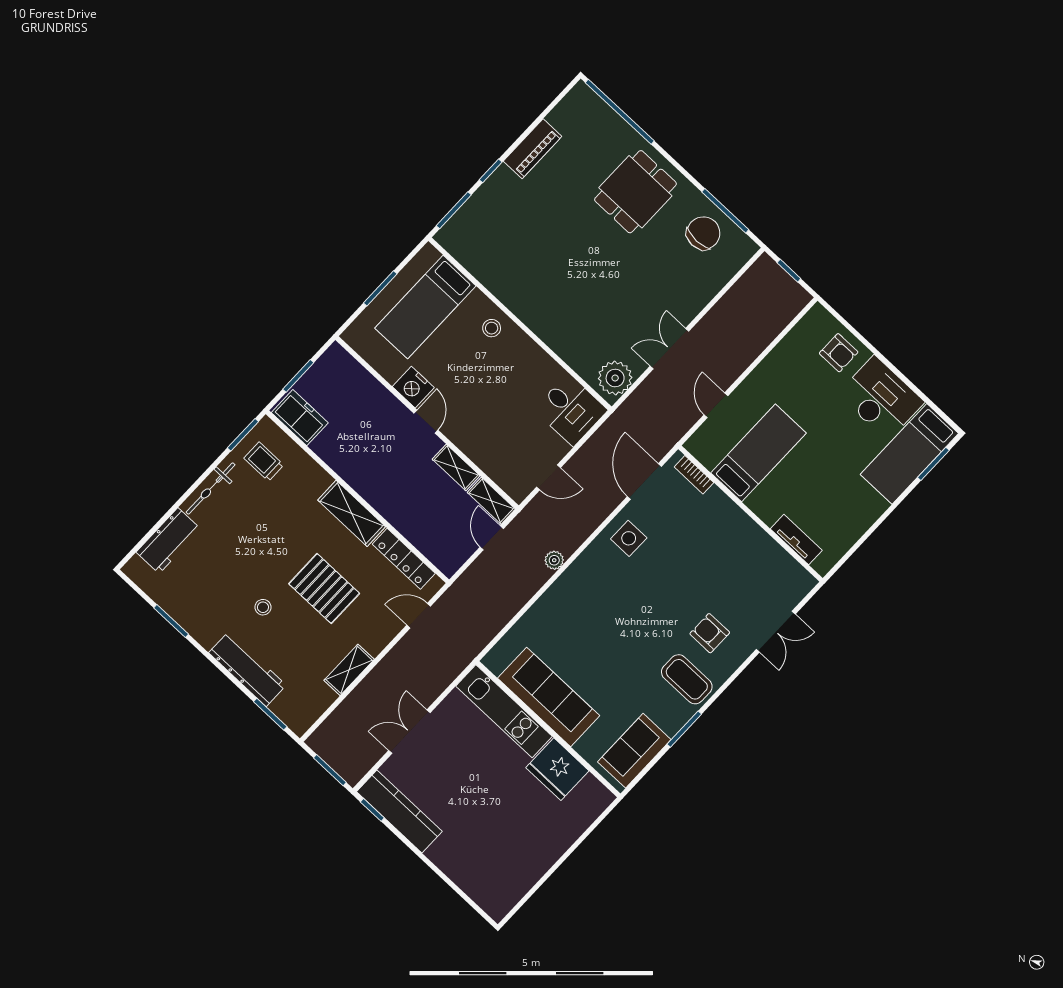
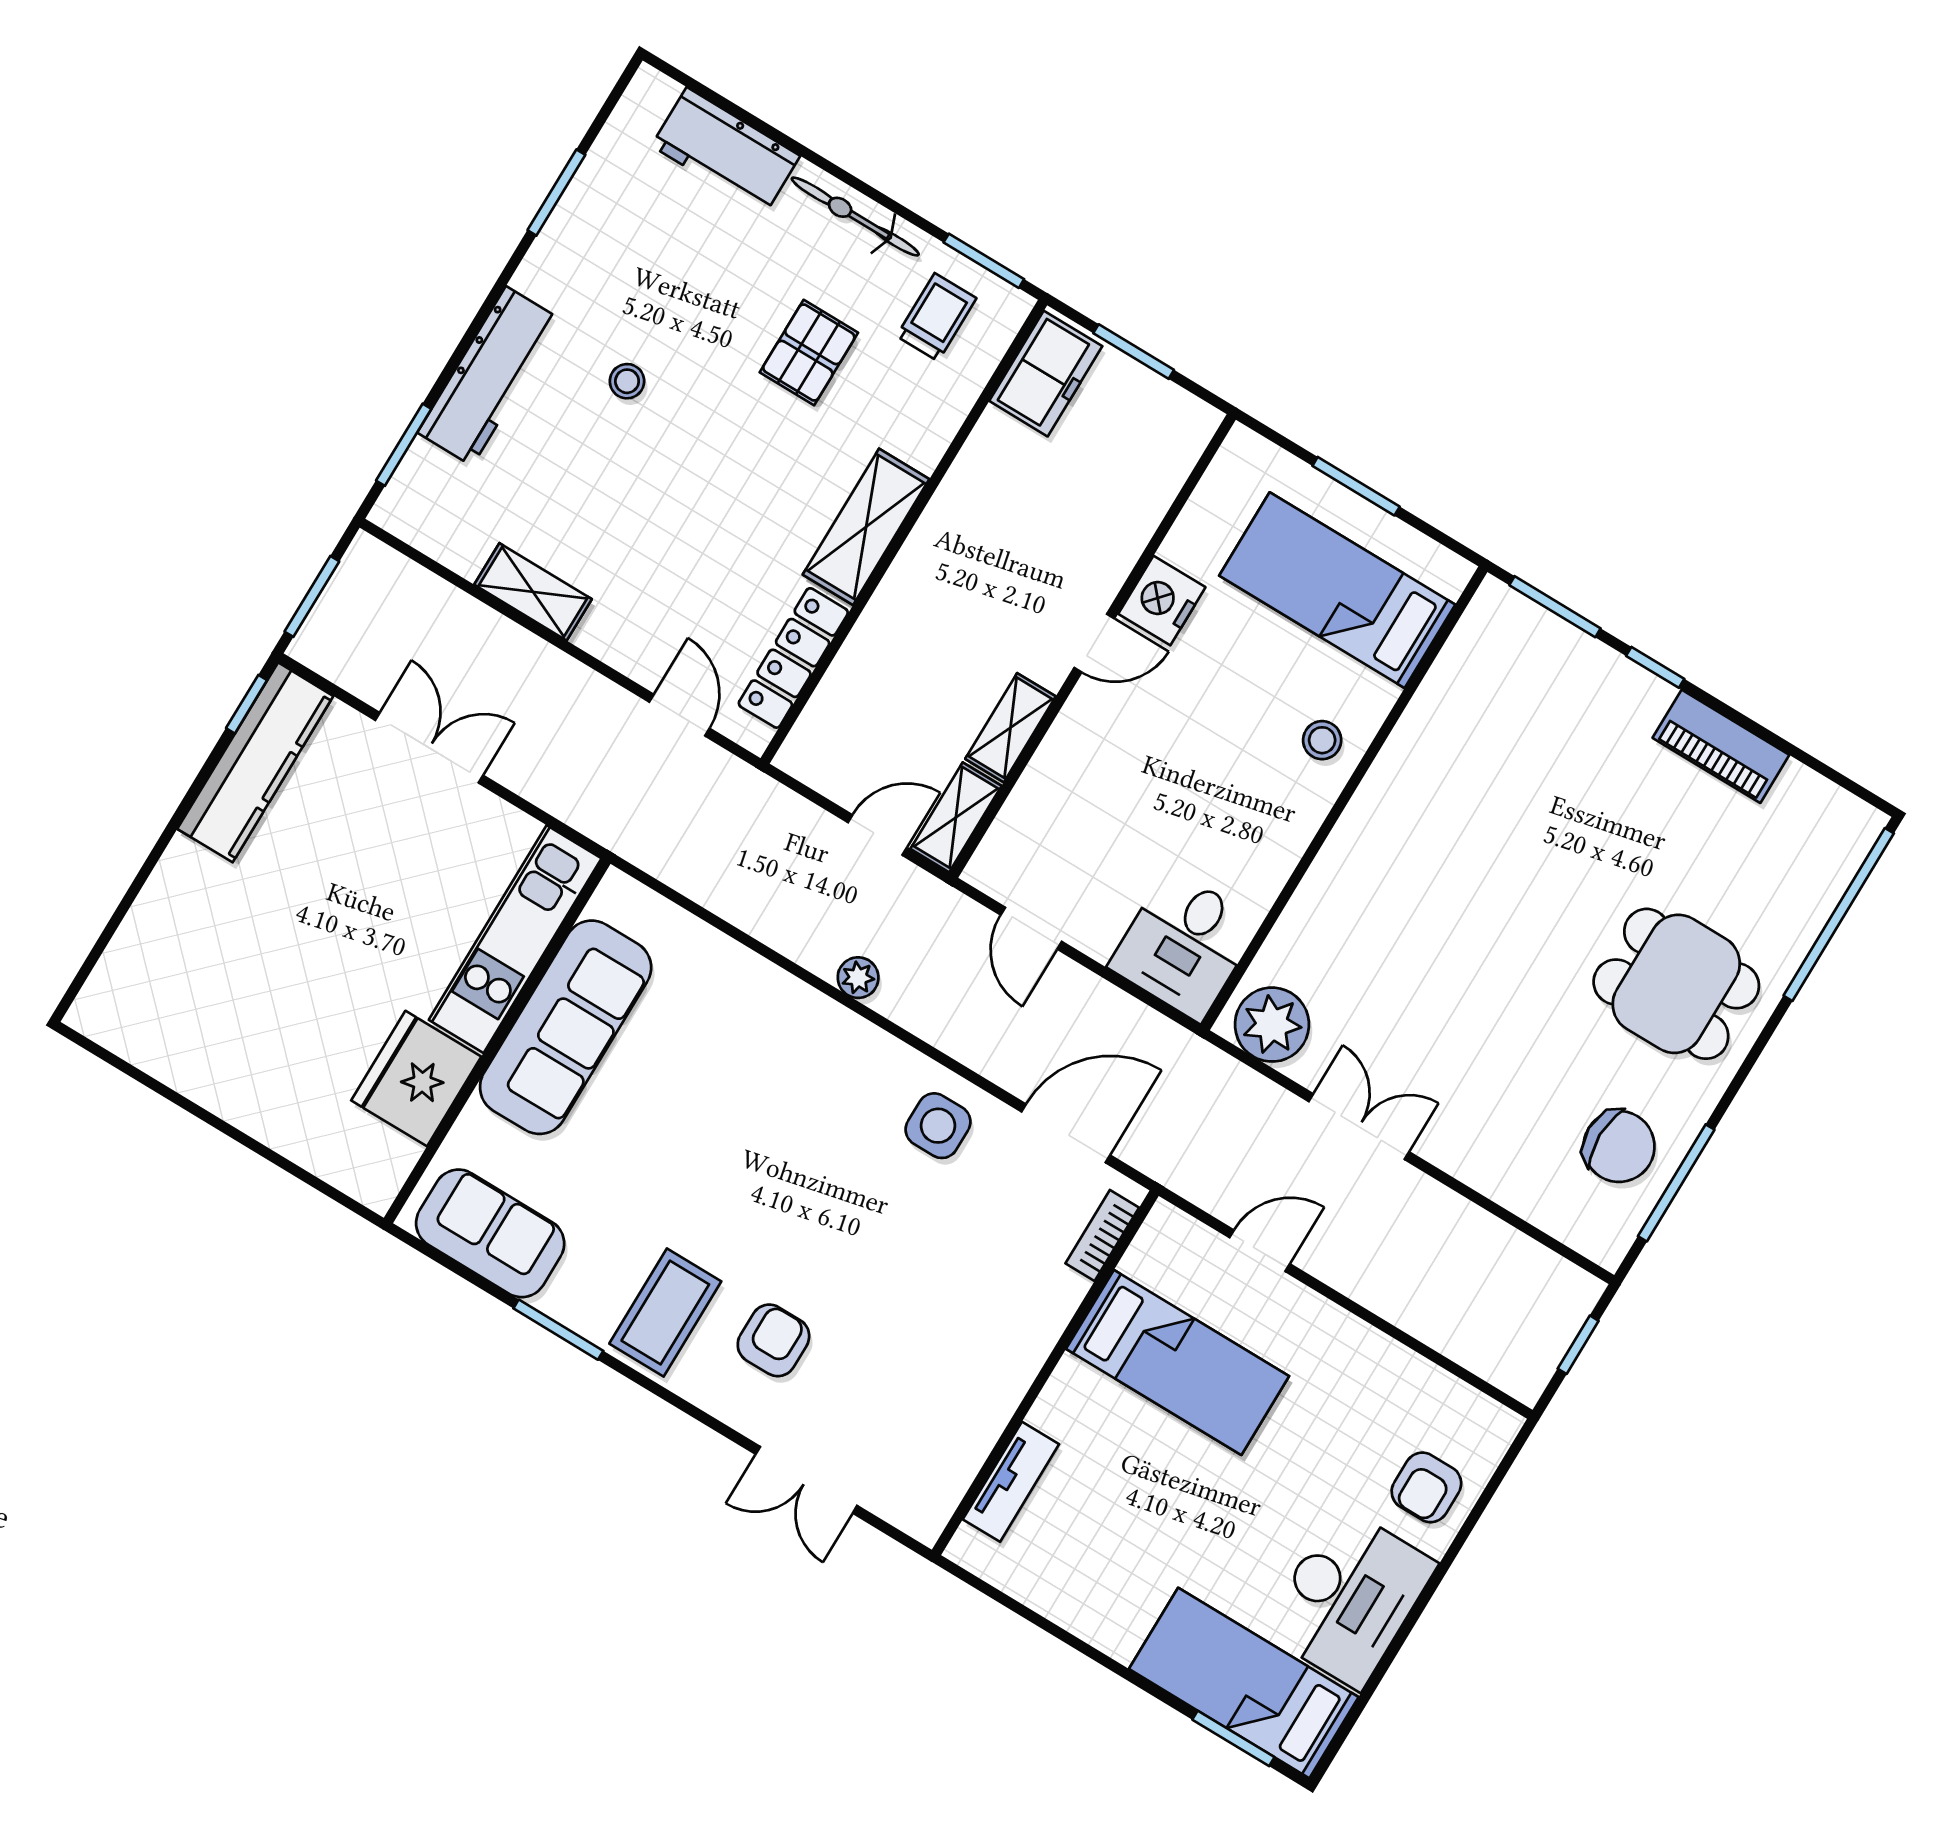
pallet: (324, 589) -> (809, 353), moved, width x0.67, depth x0.71

